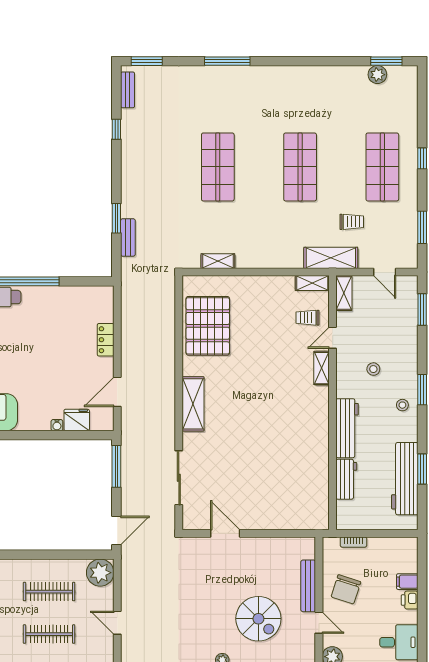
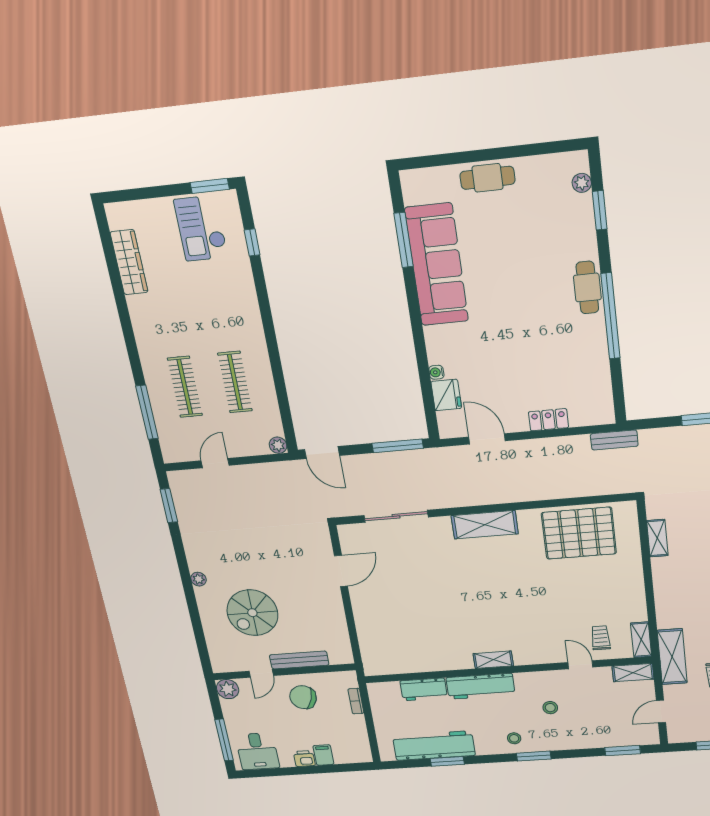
bench: (128, 237) -> (614, 440), moved
shelving: (322, 368) -> (493, 660), moved
plant: (100, 573) -> (278, 445), width x0.53, depth x0.53

